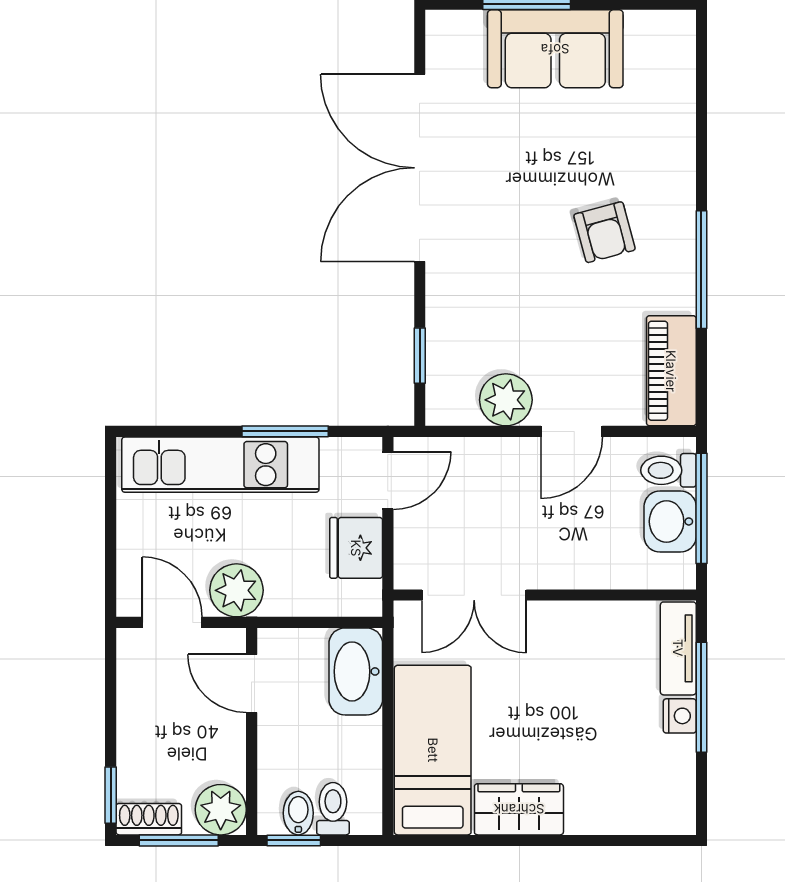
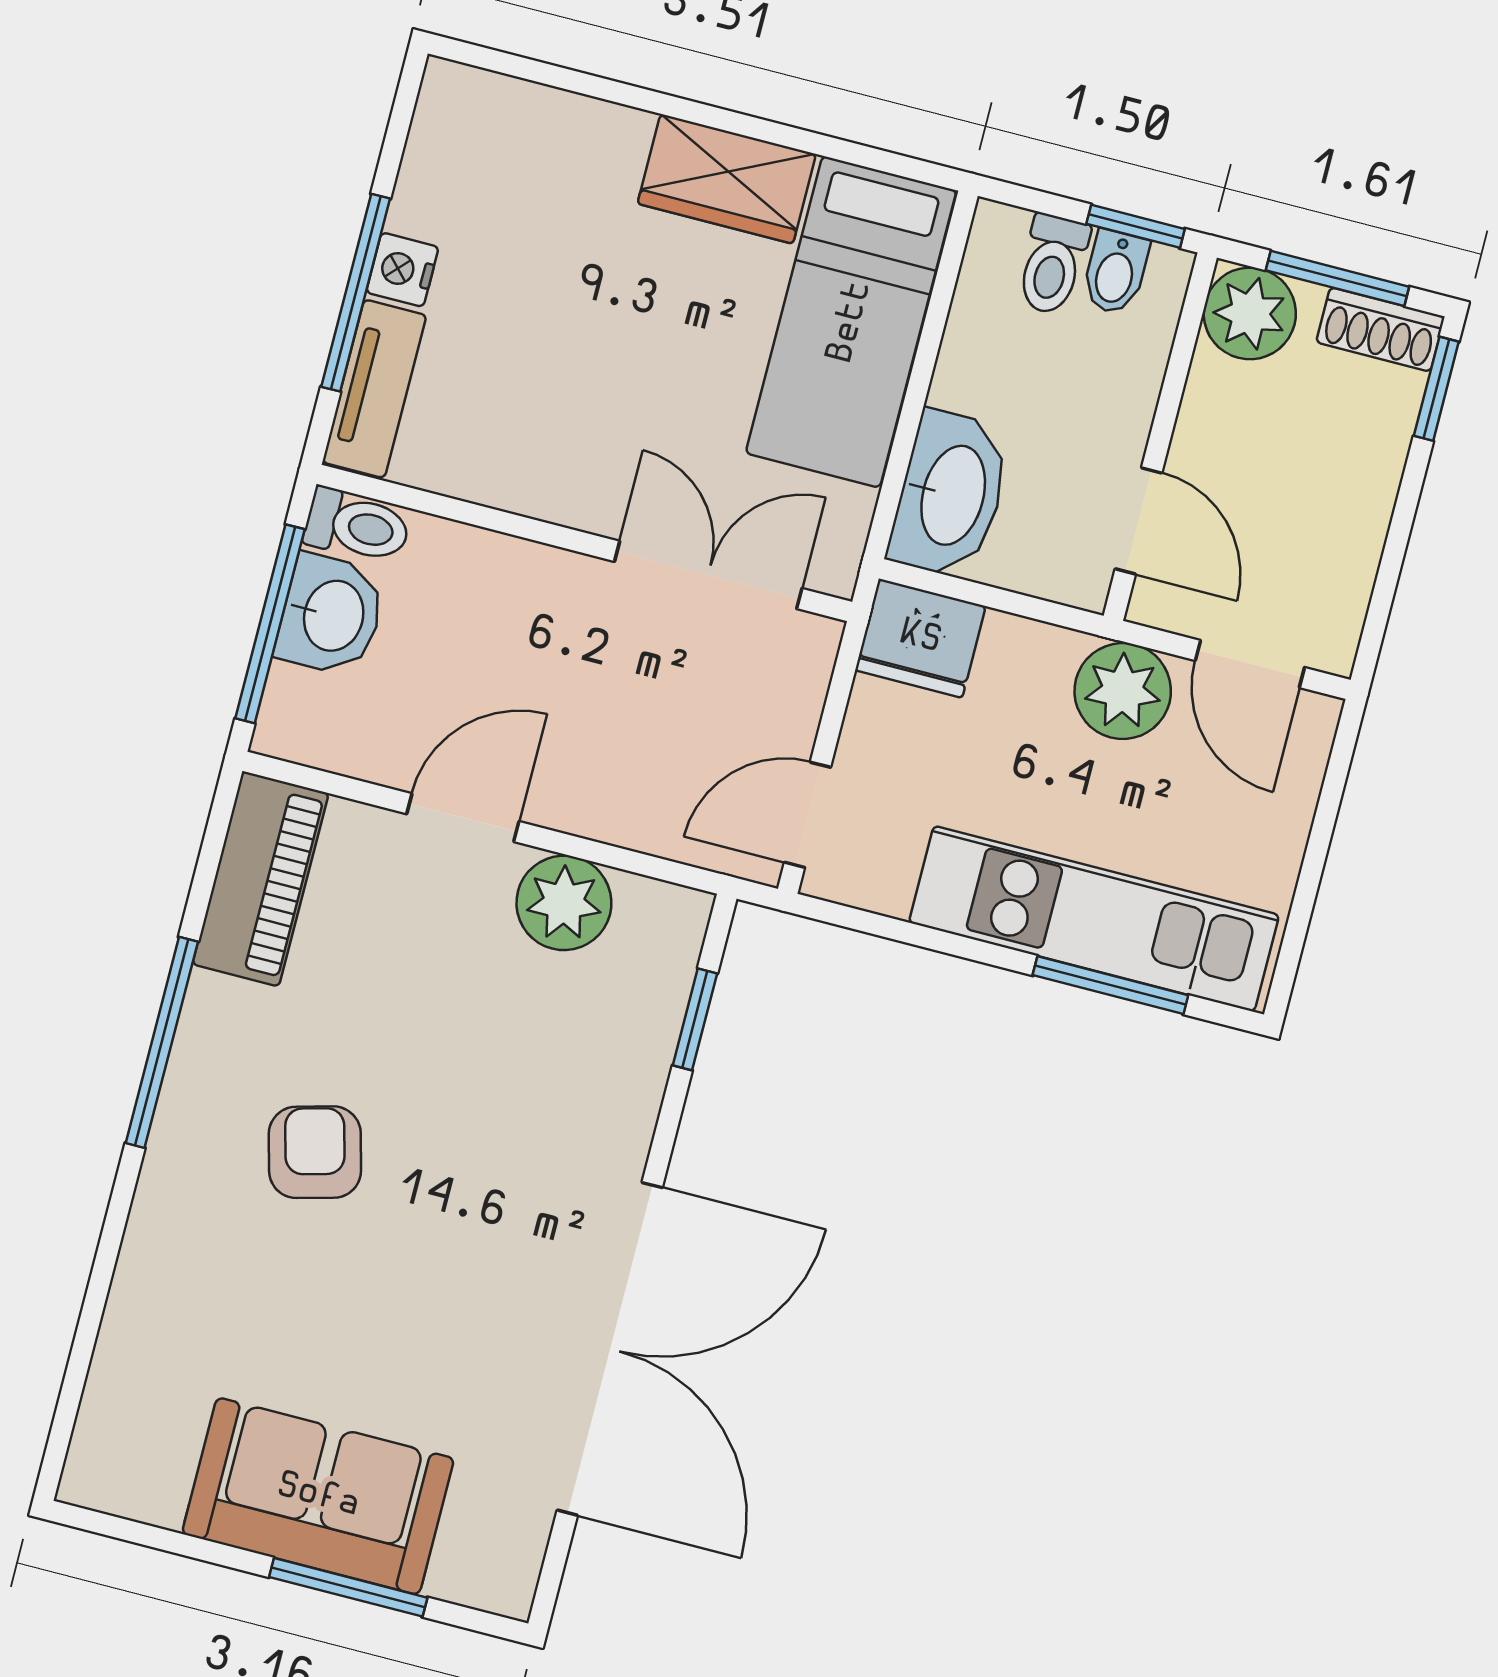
window: (285, 431) -> (1110, 985), moved
toilet: (668, 470) -> (357, 526), moved
fridge: (356, 548) -> (920, 638), moved, turned 90

